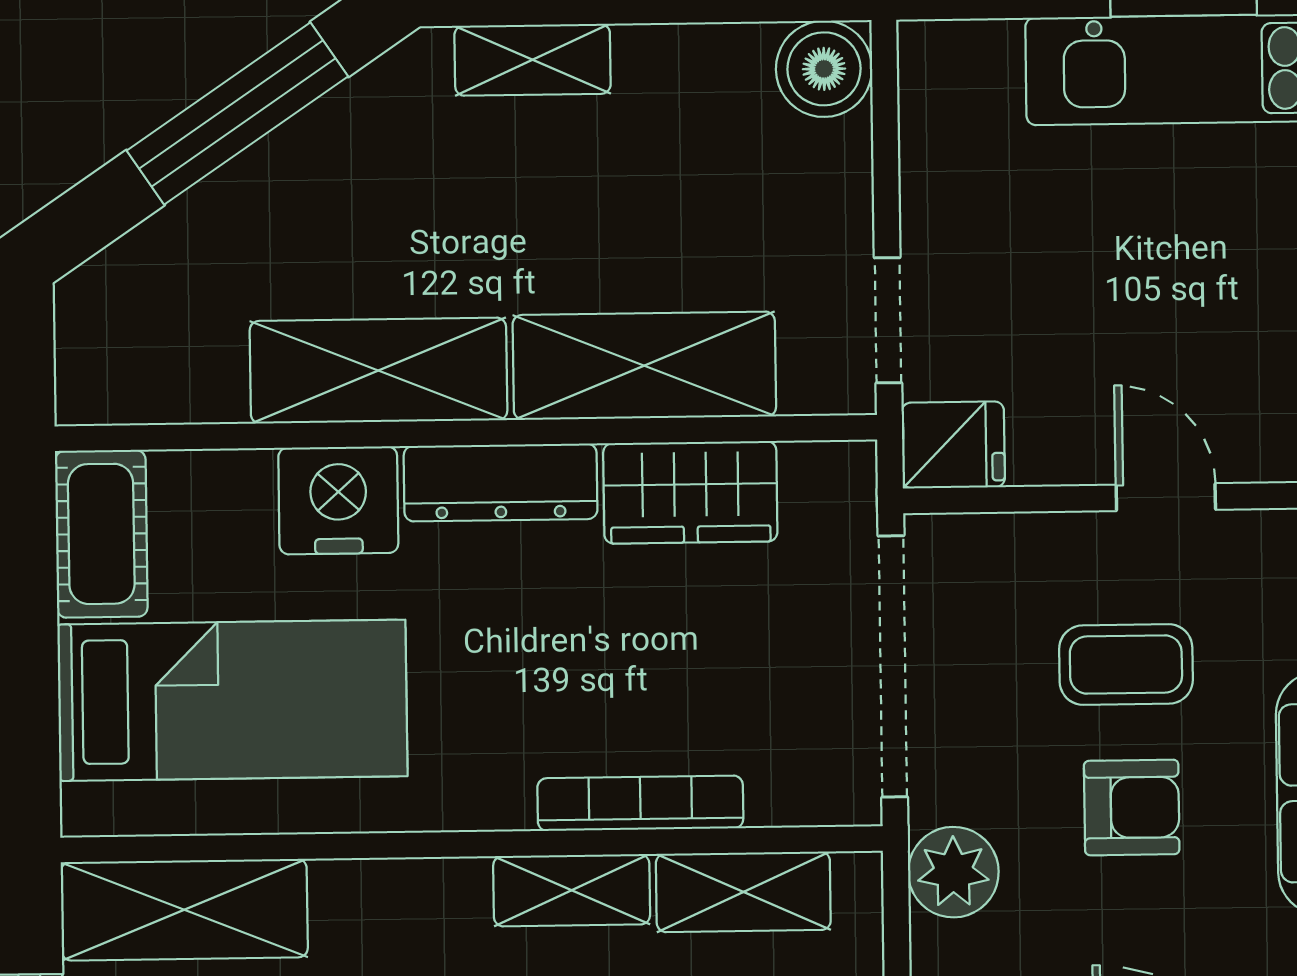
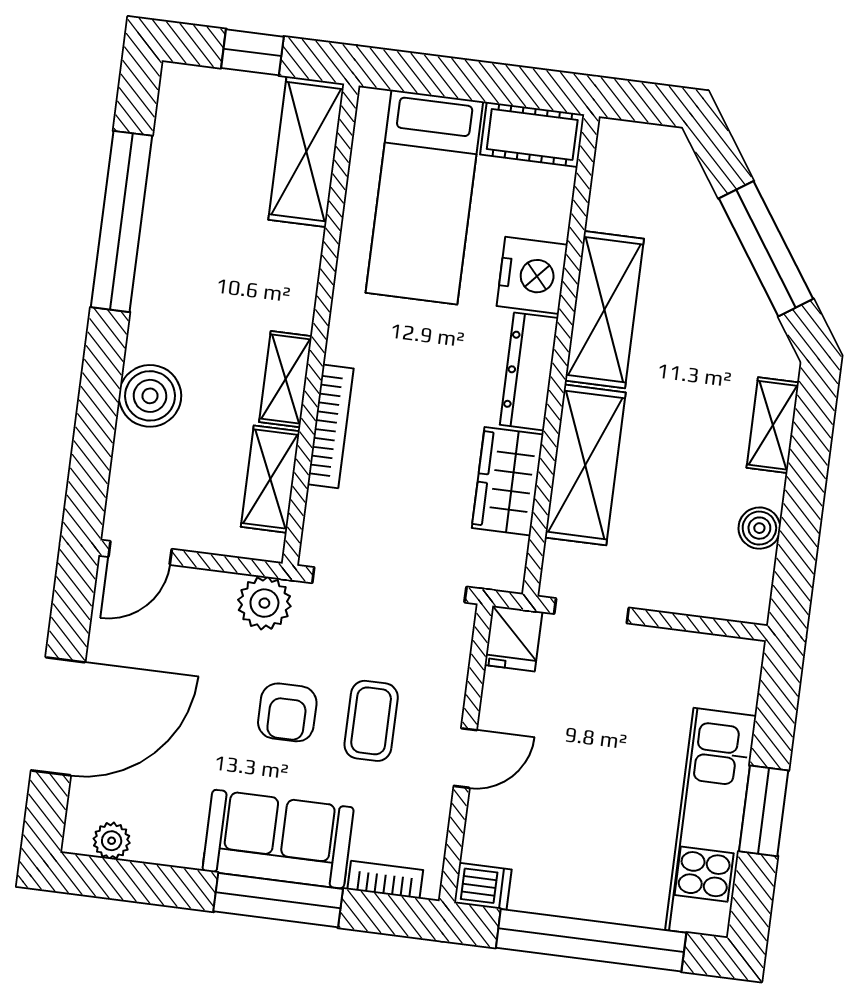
boiler: (824, 69) -> (759, 528), moved, width x0.73, depth x0.73

